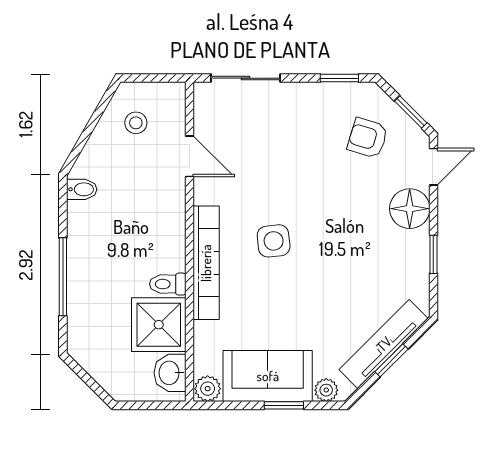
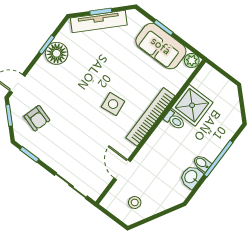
bidet: (82, 189) -> (202, 163), moved
floor lamp: (410, 209) -> (57, 53), moved
washbasin: (170, 373) -> (191, 177), moved, turned 180
plant: (326, 390) -> (140, 20), removed

